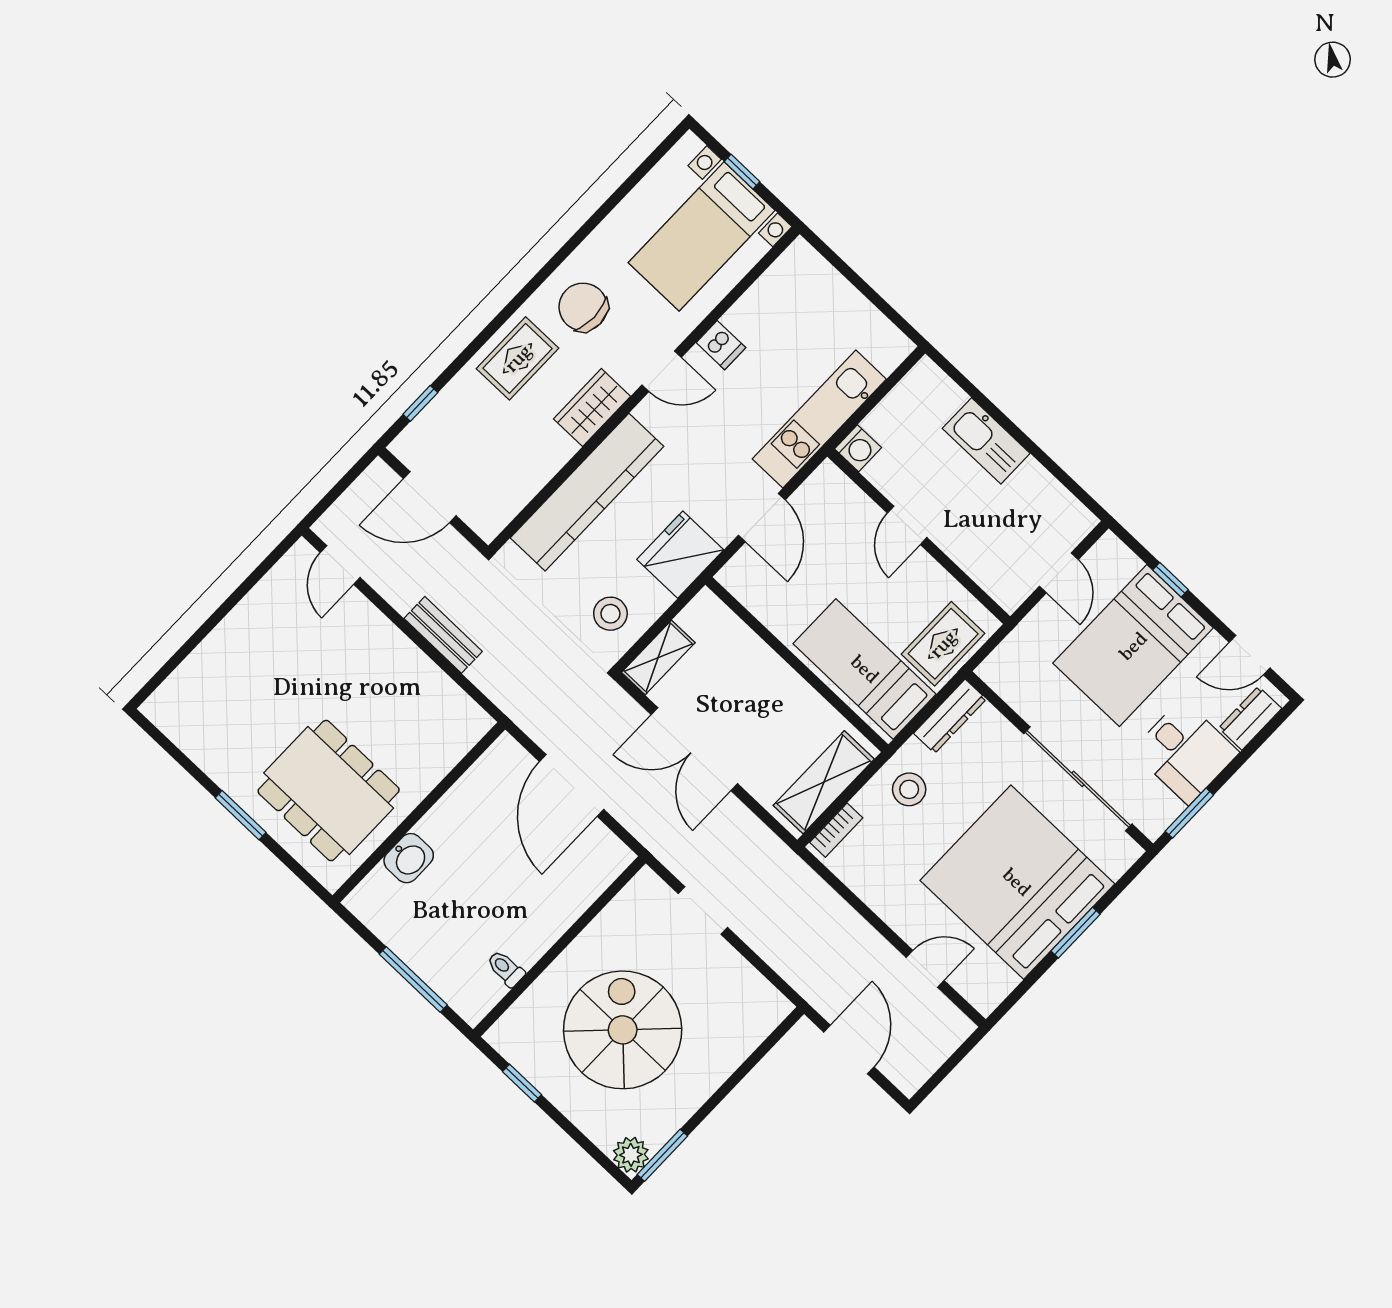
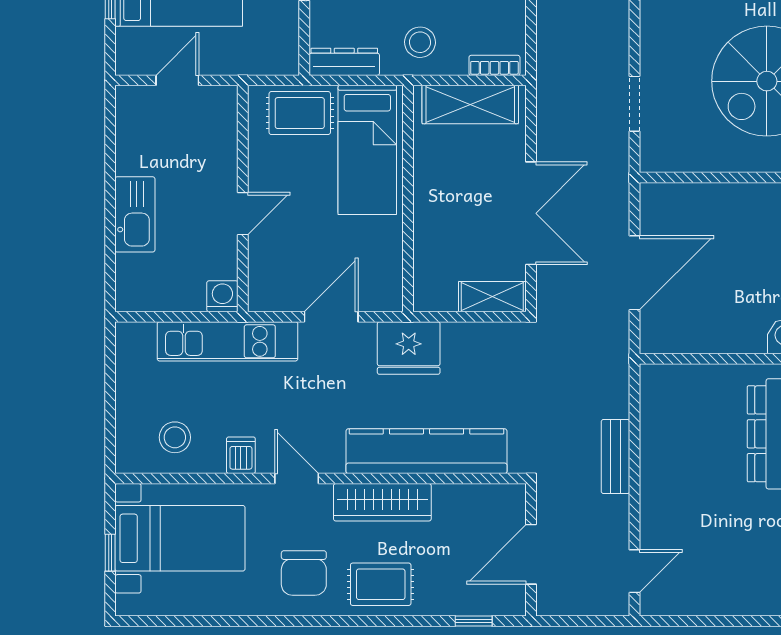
wardrobe: (592, 408) -> (382, 502), width x1.50
door: (430, 497) -> (531, 554), swing flipped
stool: (610, 614) -> (175, 437), moved

